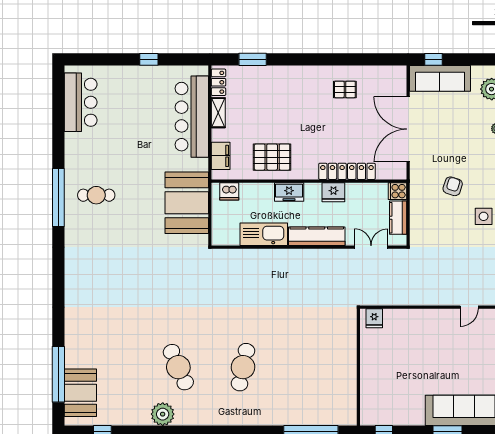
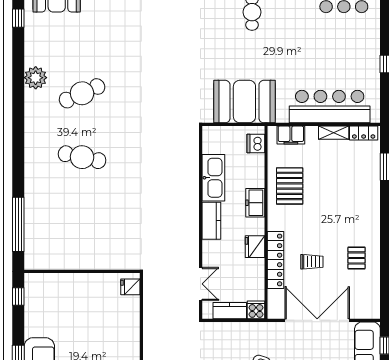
trolley: (349, 135) -> (312, 262), added
kitchen counter: (317, 236) -> (211, 221), width x0.67

